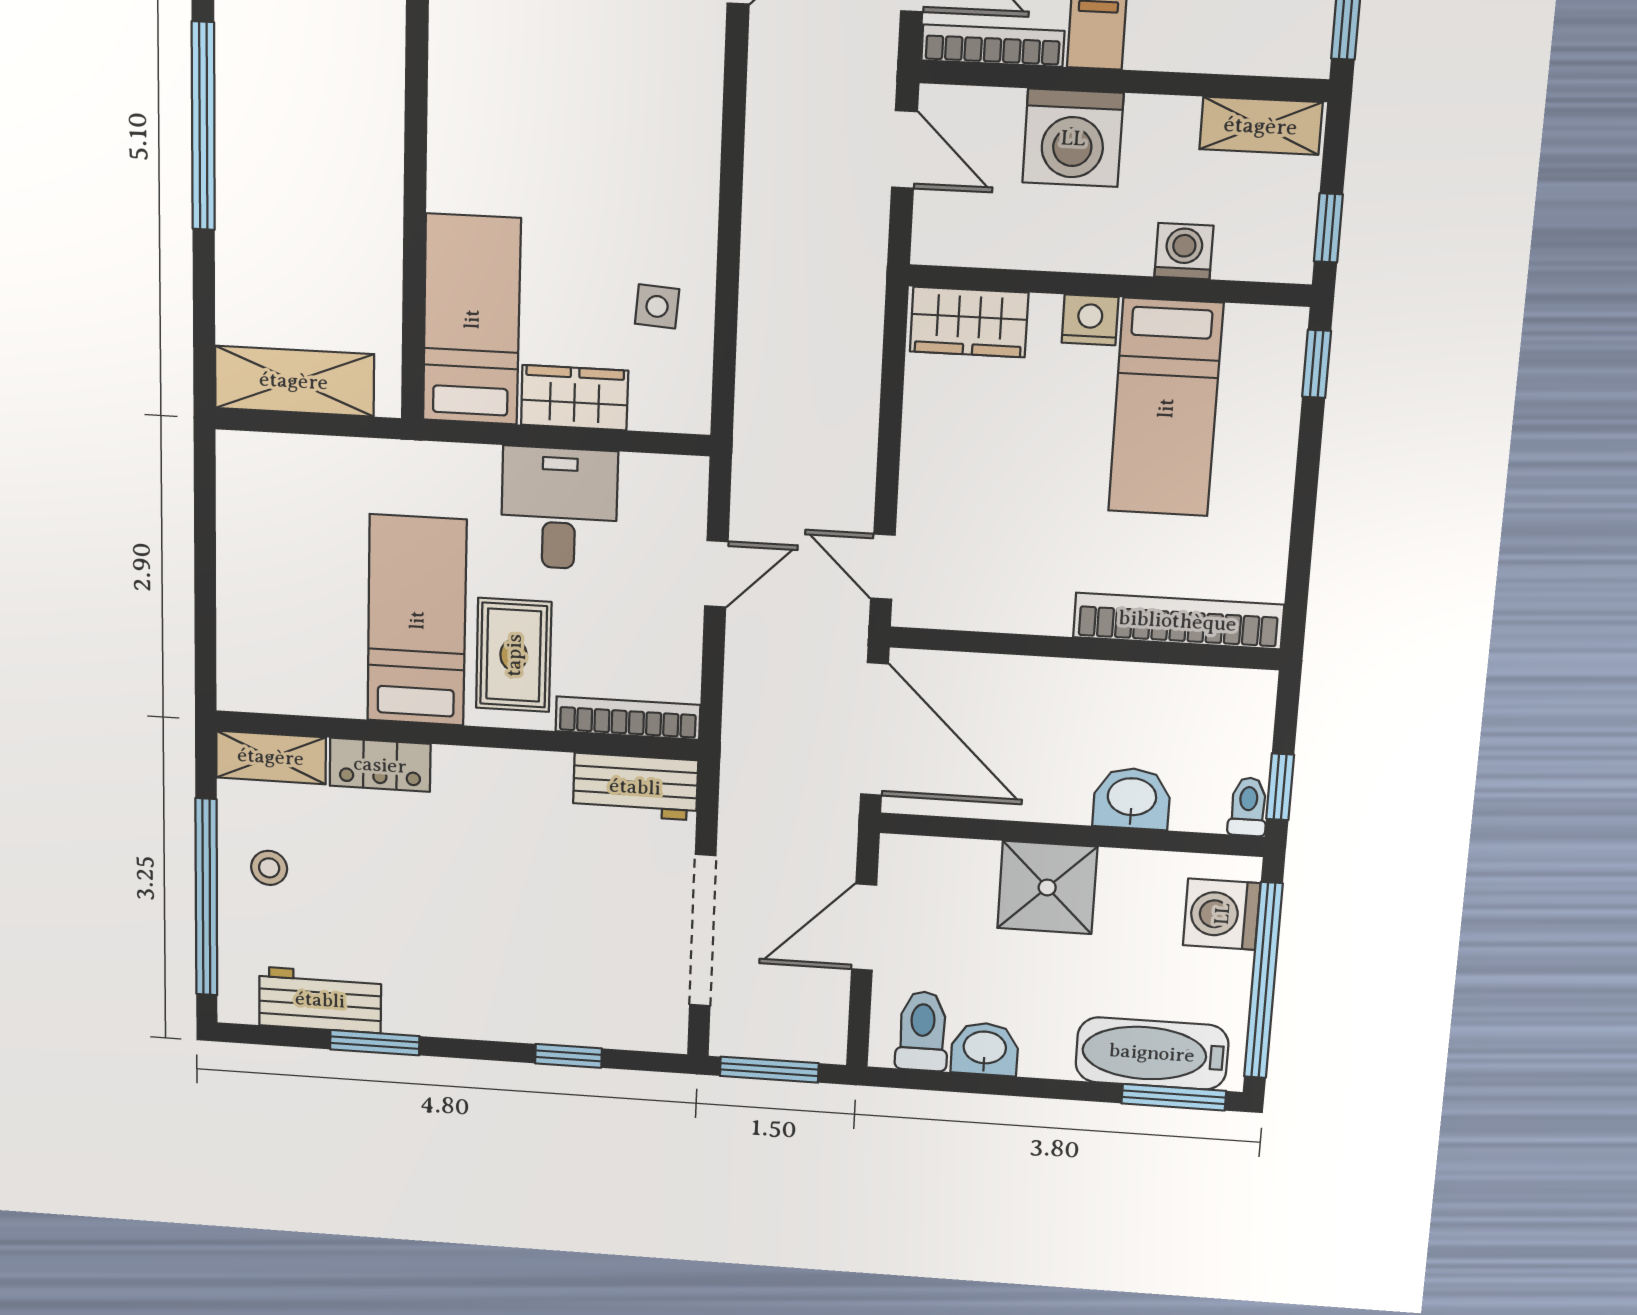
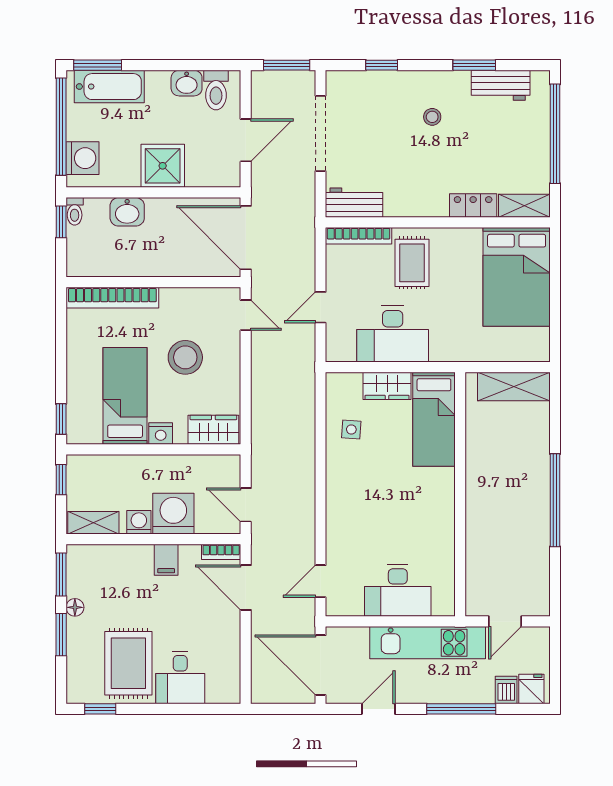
bookcase: (993, 46) -> (221, 552), width x0.64
washing machine: (1184, 251) -> (139, 522), moved, turned 180
stool: (1023, 484) -> (185, 357), added
desk: (559, 508) -> (393, 334), width x1.37
bed: (417, 620) -> (517, 277), moved, width x1.50
stool: (269, 868) -> (432, 117), moved

